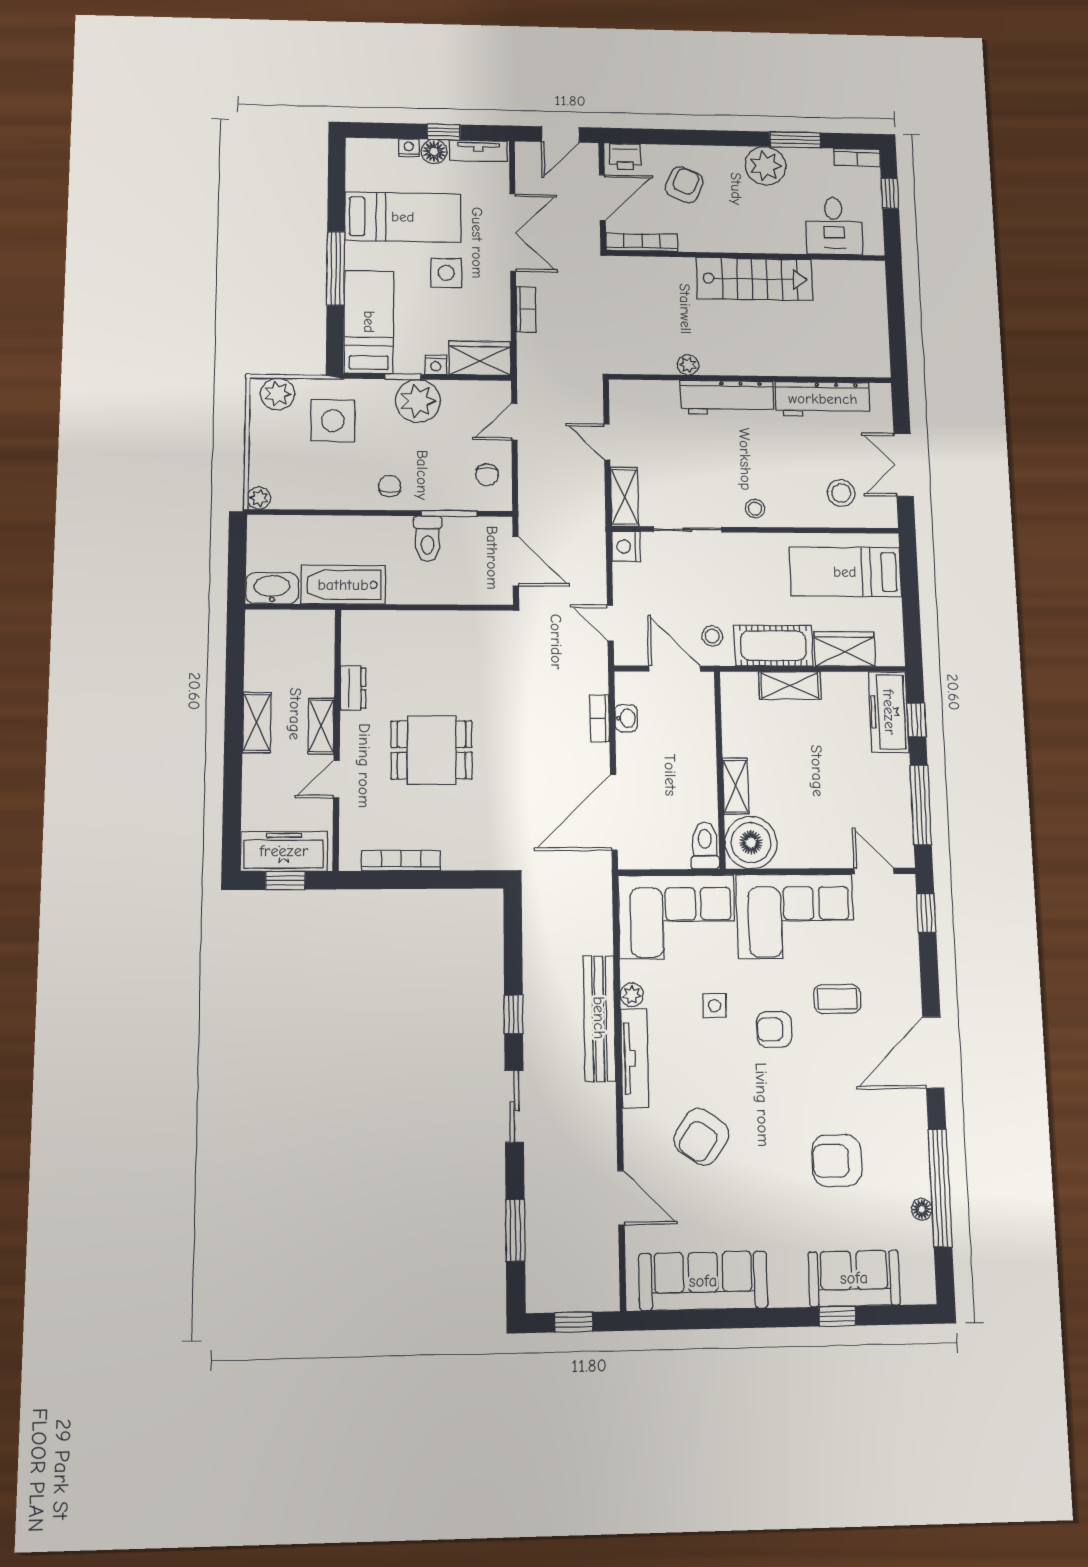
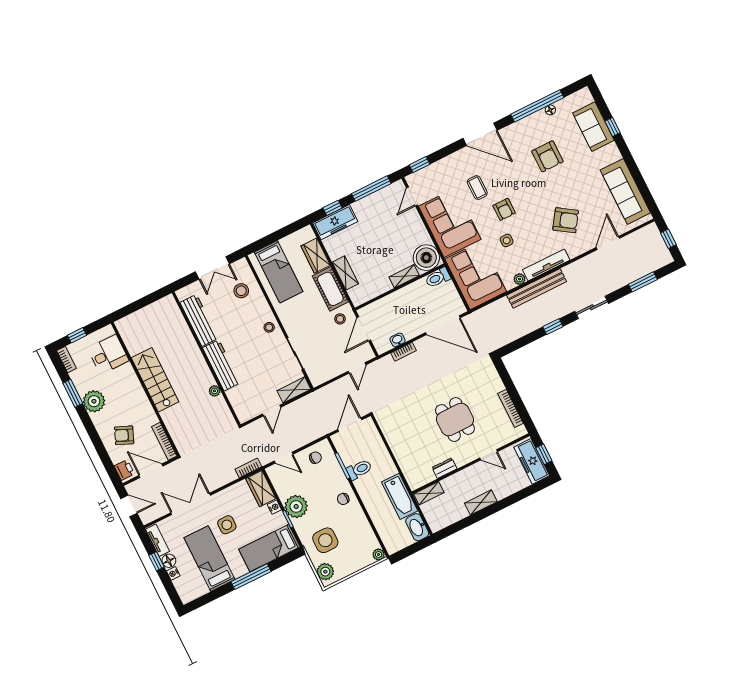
bookcase: (526, 309) -> (248, 468), moved
nightstand: (626, 547) -> (317, 378), removed
shelving: (321, 726) -> (429, 493), moved

